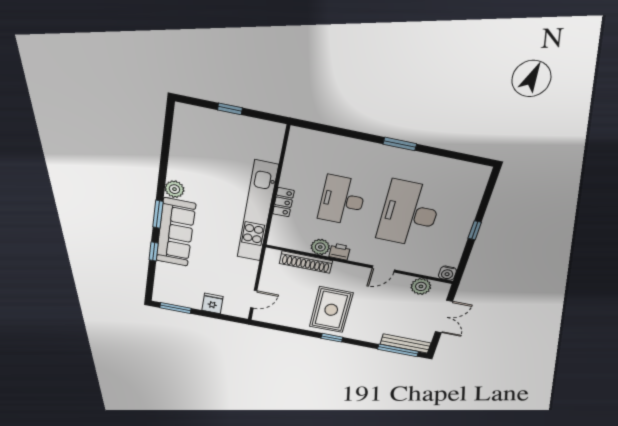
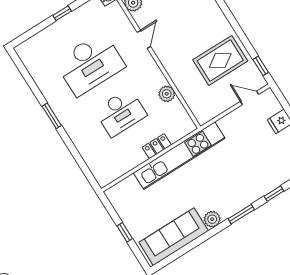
sofa: (176, 232) -> (174, 237), moved
printer: (340, 252) -> (158, 79), removed
shoe rack: (306, 262) -> (187, 92), removed
door: (383, 269) -> (144, 39), hinge flipped
rug: (331, 310) -> (220, 60), moved
window: (332, 338) -> (261, 66), moved

